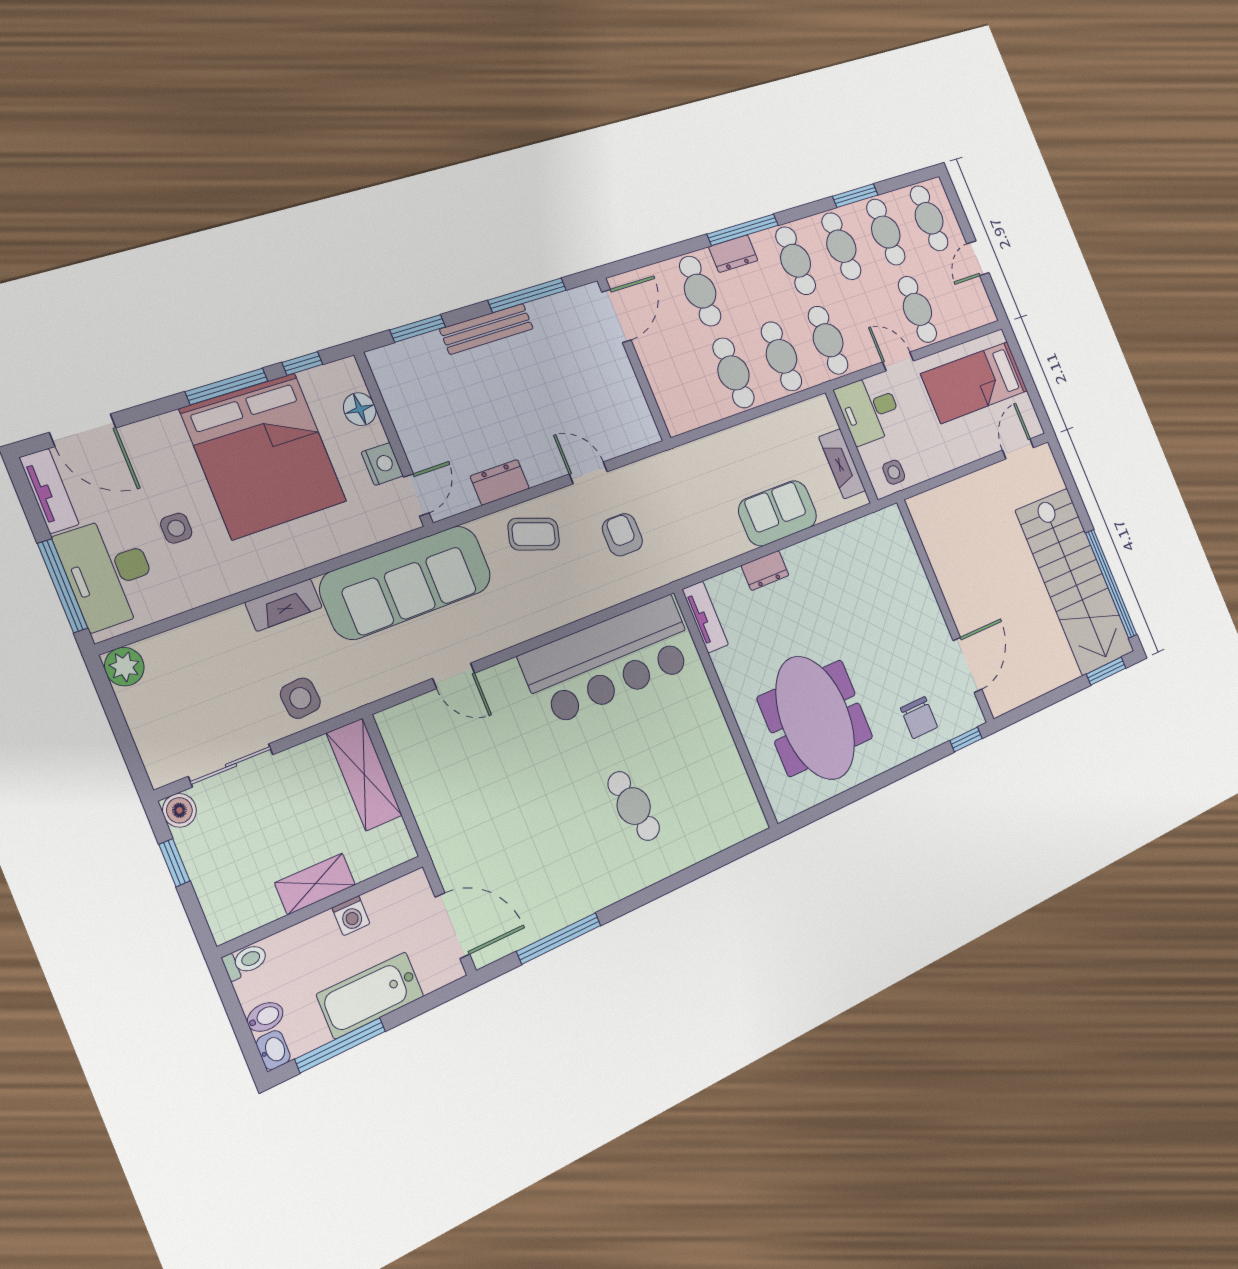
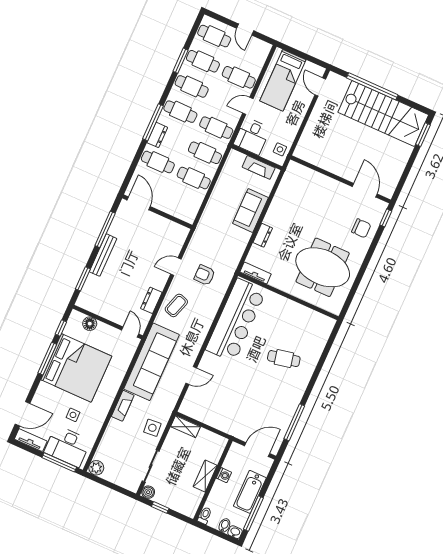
nightstand: (382, 464) -> (112, 333), removed
window: (1111, 584) -> (372, 86), moved
shelving: (364, 774) -> (186, 427), width x0.67, depth x0.75

